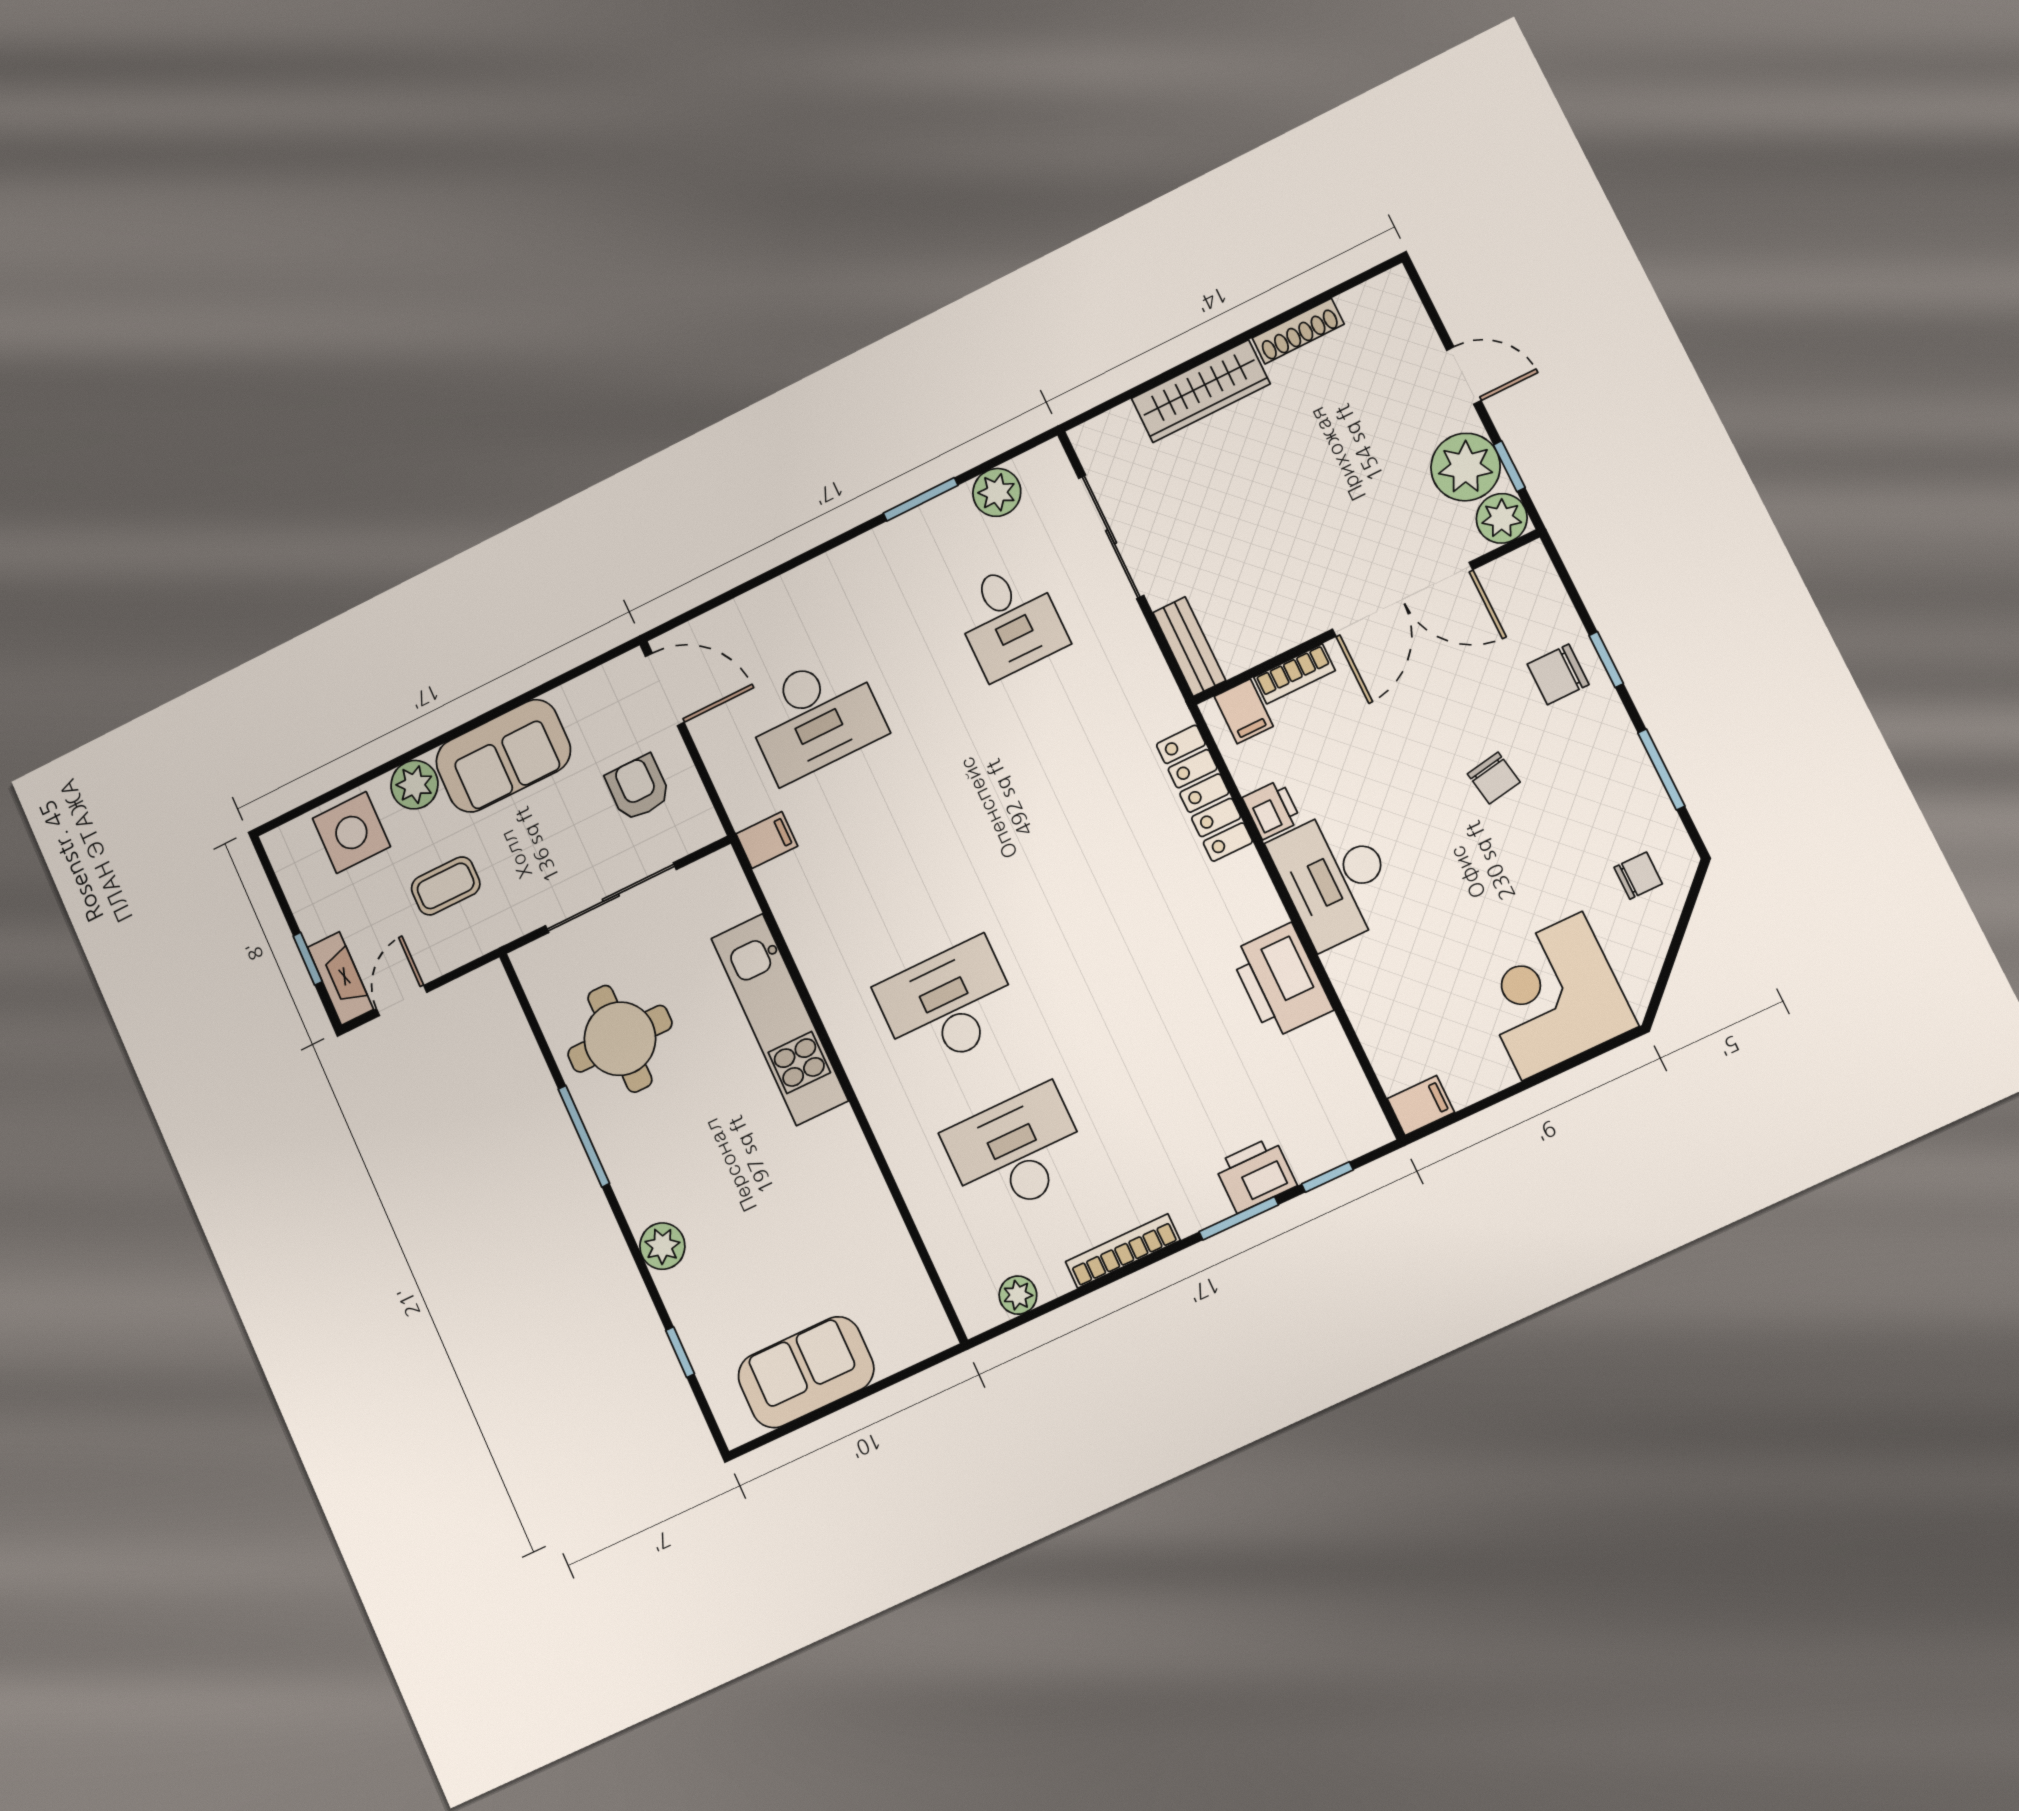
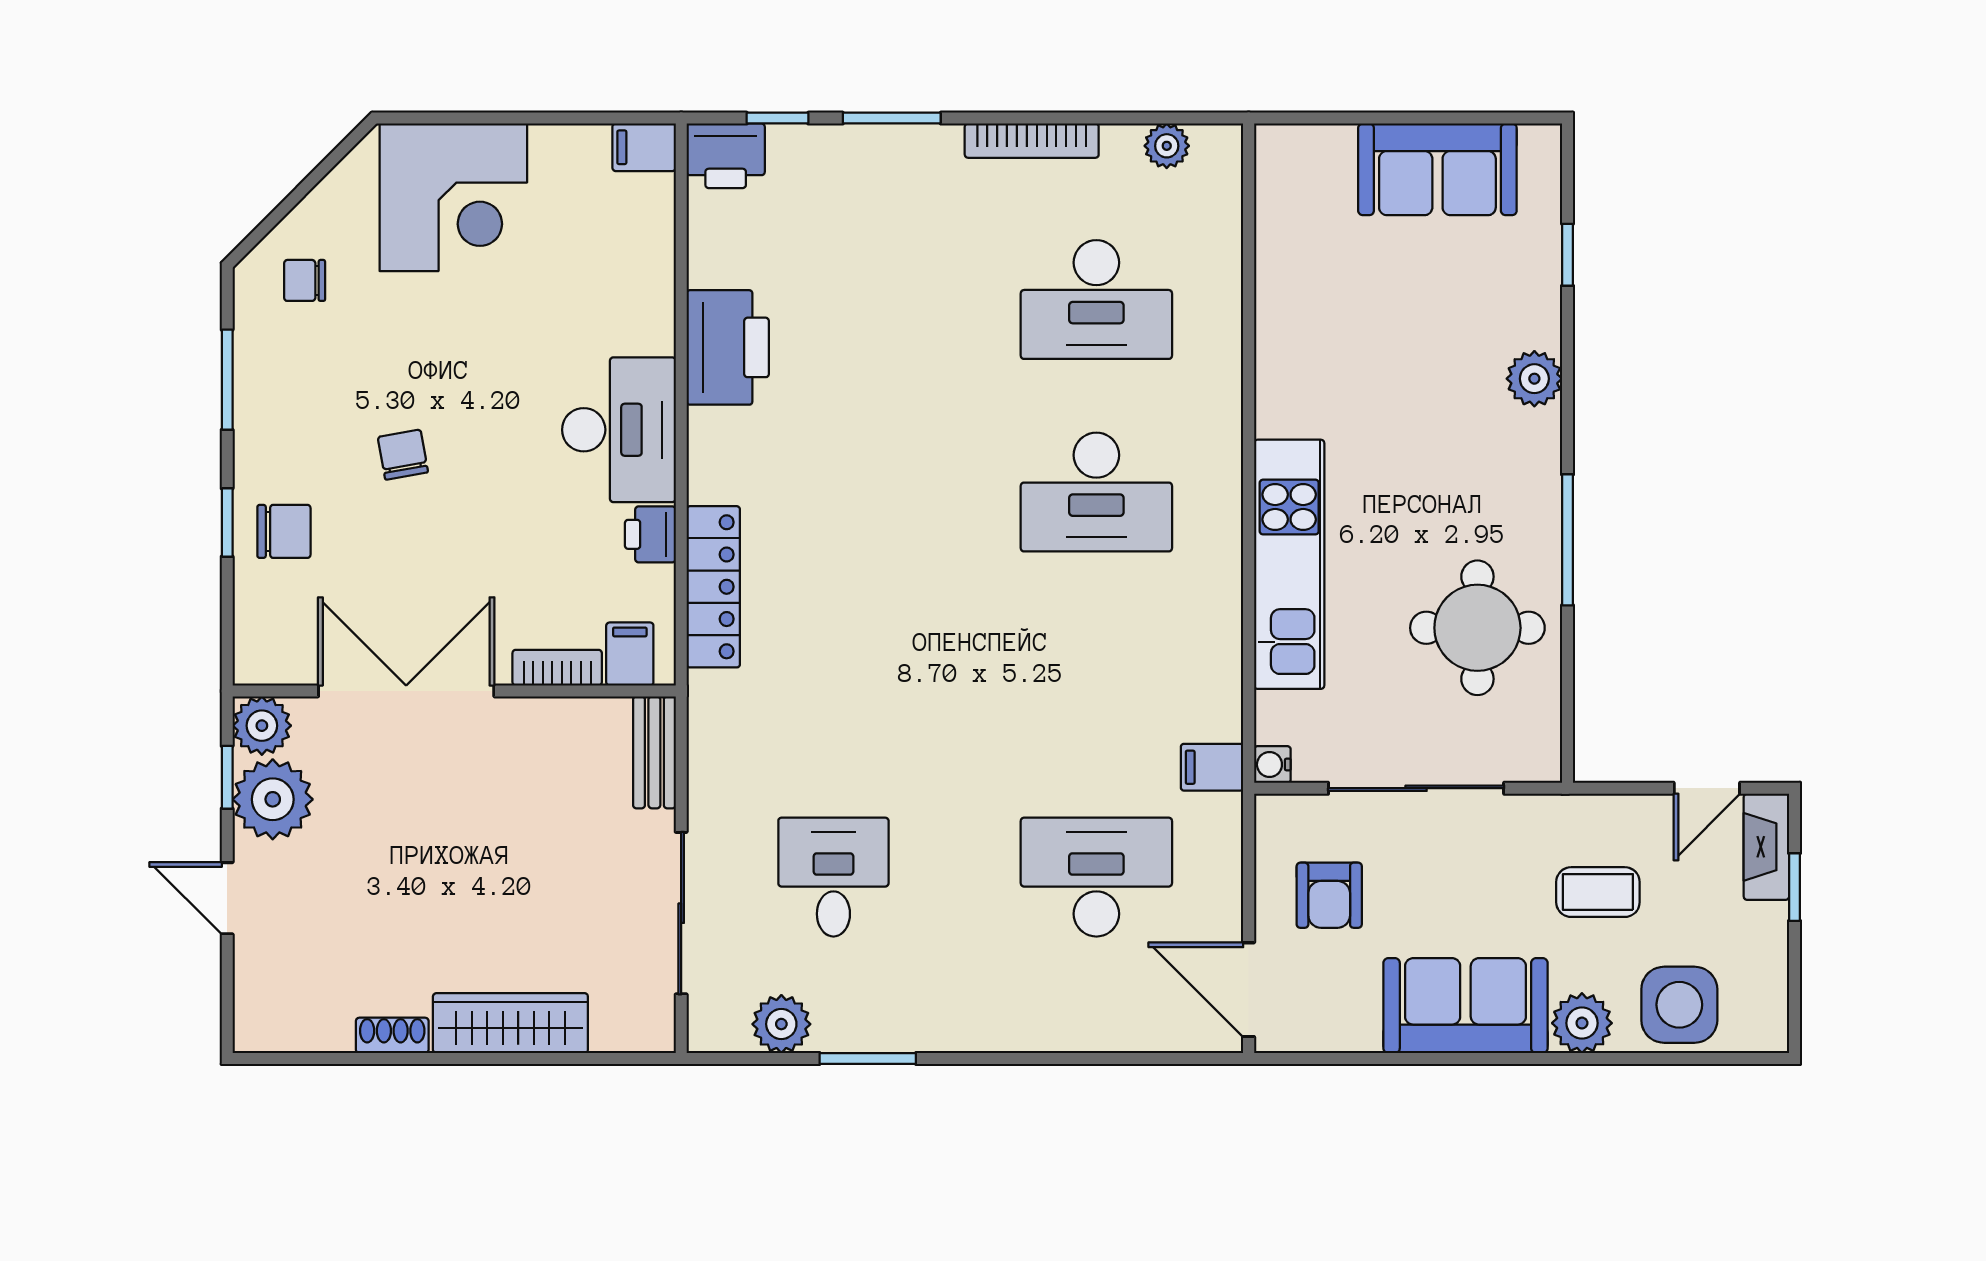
shoe rack: (1298, 331) -> (392, 1035), width x0.70
water cooler: (723, 864) -> (1272, 764), added
printer: (1255, 1175) -> (726, 156), moved

